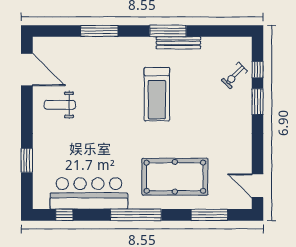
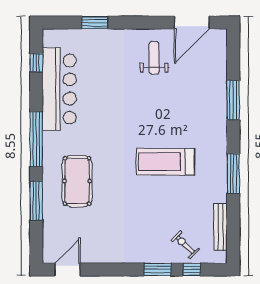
bench: (178, 43) -> (220, 227), moved
pool table: (175, 177) -> (77, 181), width x0.73, depth x0.76
window: (209, 215) -> (36, 201), moved

